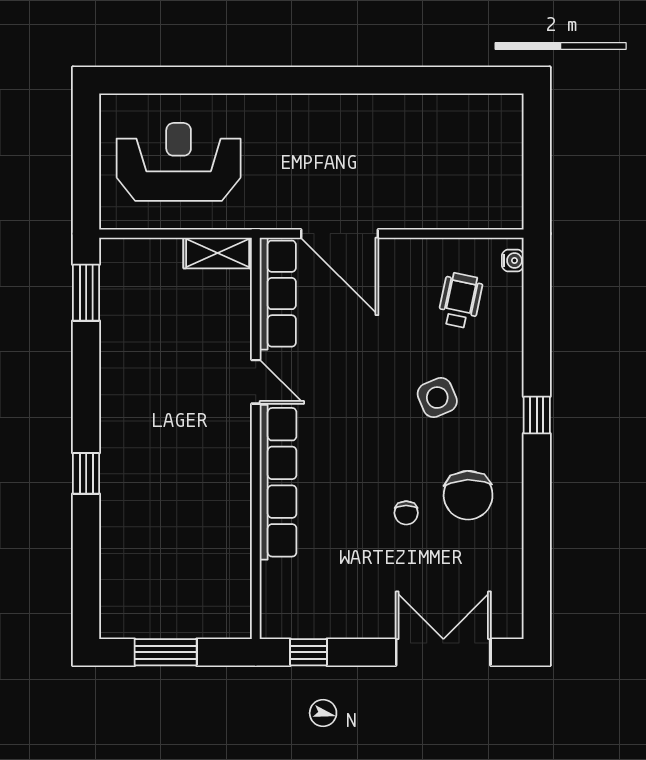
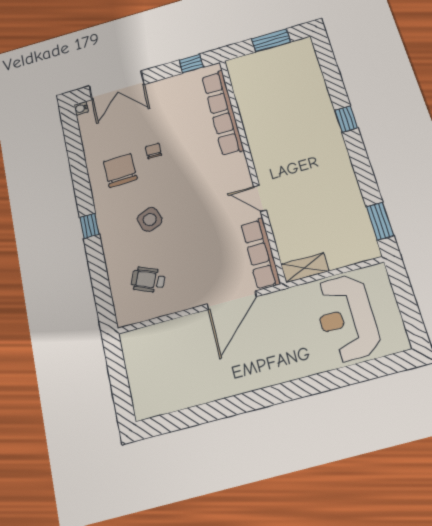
reception desk: (179, 162) -> (346, 318), turned 90
door: (340, 234) -> (232, 300), swing flipped
water cooler: (513, 261) -> (81, 108), moved
wheelchair: (460, 300) -> (148, 280), turned 102
row of seats: (278, 482) -> (223, 113), moved

